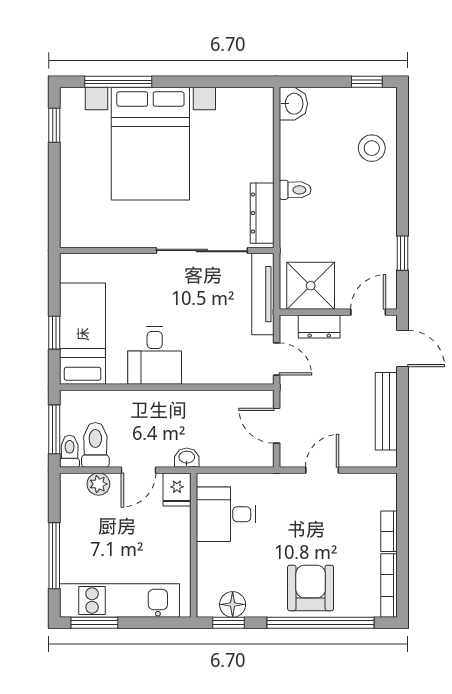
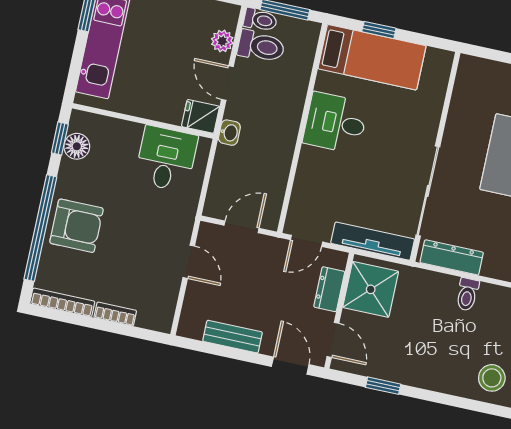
door: (402, 349) -> (290, 366), swing flipped
bench: (386, 411) -> (233, 337), width x0.73

